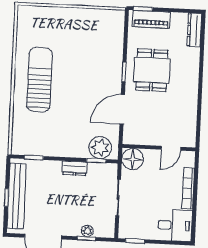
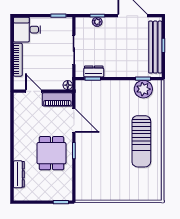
piano: (151, 19) -> (57, 99), moved, turned 180
dresser: (194, 30) -> (19, 174), moved
door: (122, 109) -> (74, 121), hinge flipped
plant: (100, 148) -> (143, 89), moved
door: (171, 148) -> (33, 91), hinge flipped
floor lamp: (132, 159) -> (68, 85), width x0.53, depth x0.53
dresser: (75, 168) -> (94, 72), moved

